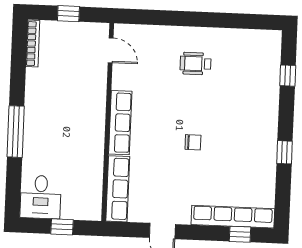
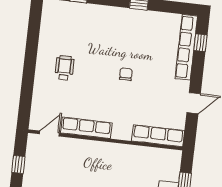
wheelchair: (196, 64) -> (64, 68), turned 180
row of seats: (120, 123) -> (86, 128), moved

